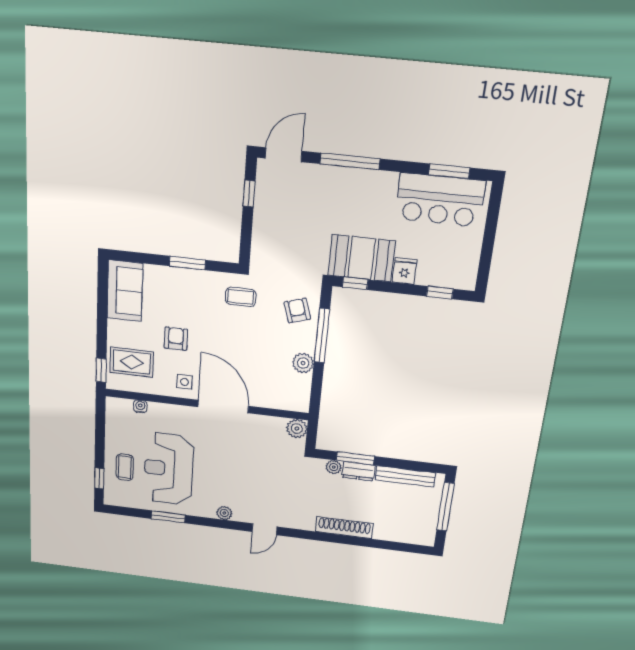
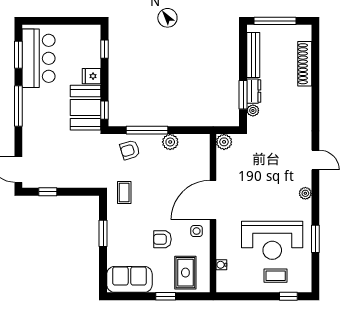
window: (350, 161) -> (18, 106), moved
window: (101, 370) -> (166, 296), moved
shoe rack: (344, 528) -> (305, 64), moved

